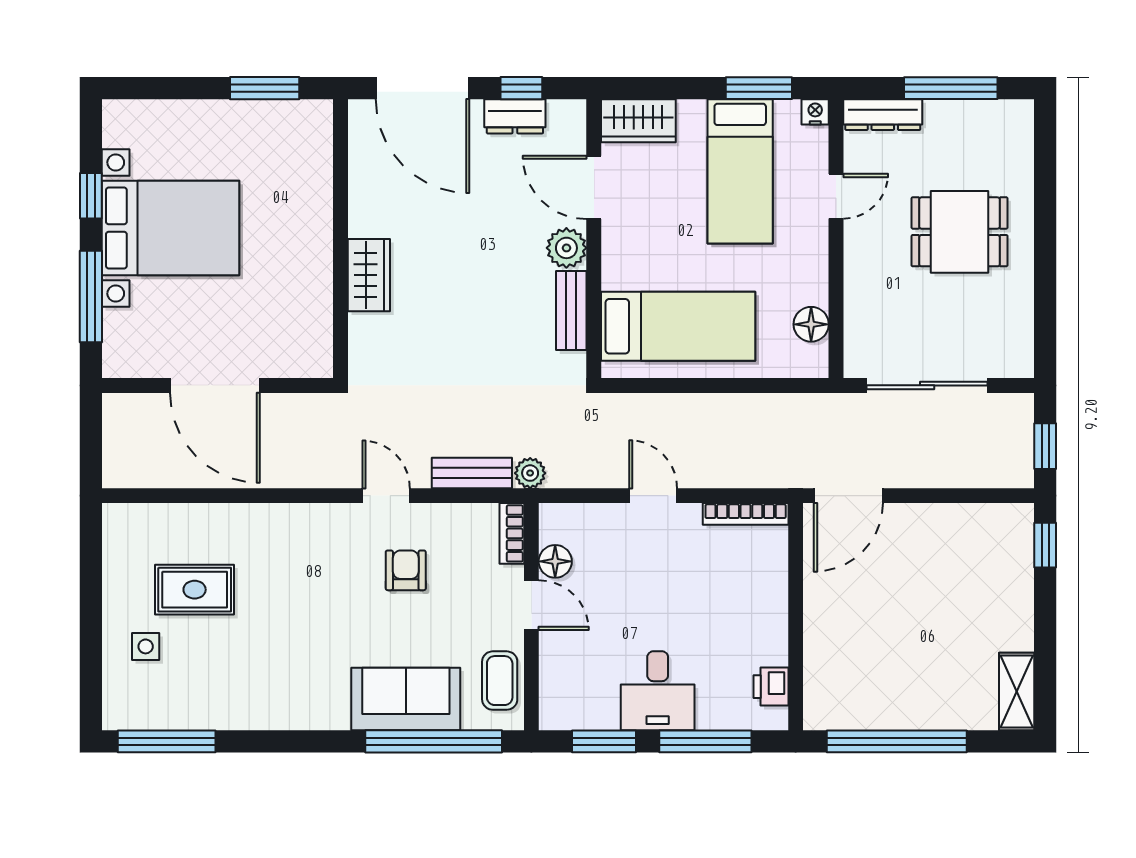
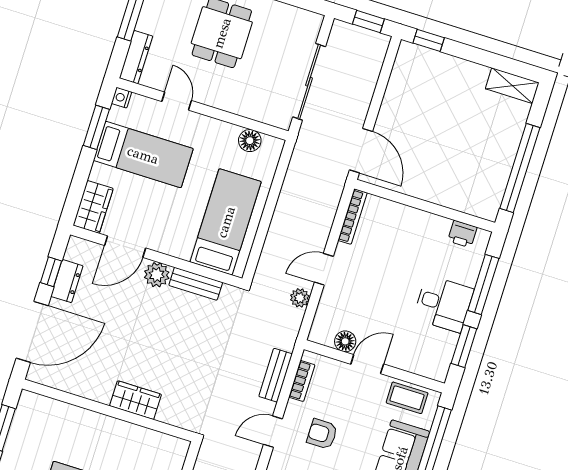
plant: (530, 473) -> (300, 298), moved
bookcase: (512, 533) -> (302, 381), moved, turned -90

